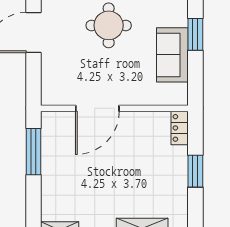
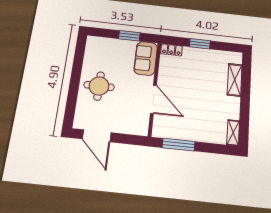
window: (195, 34) -> (129, 36), moved
sofa: (172, 55) -> (146, 58), moved, turned 90

